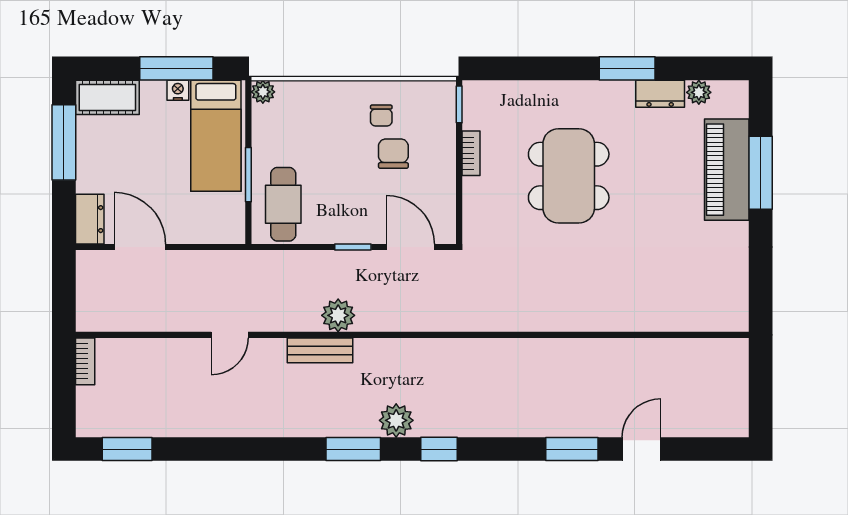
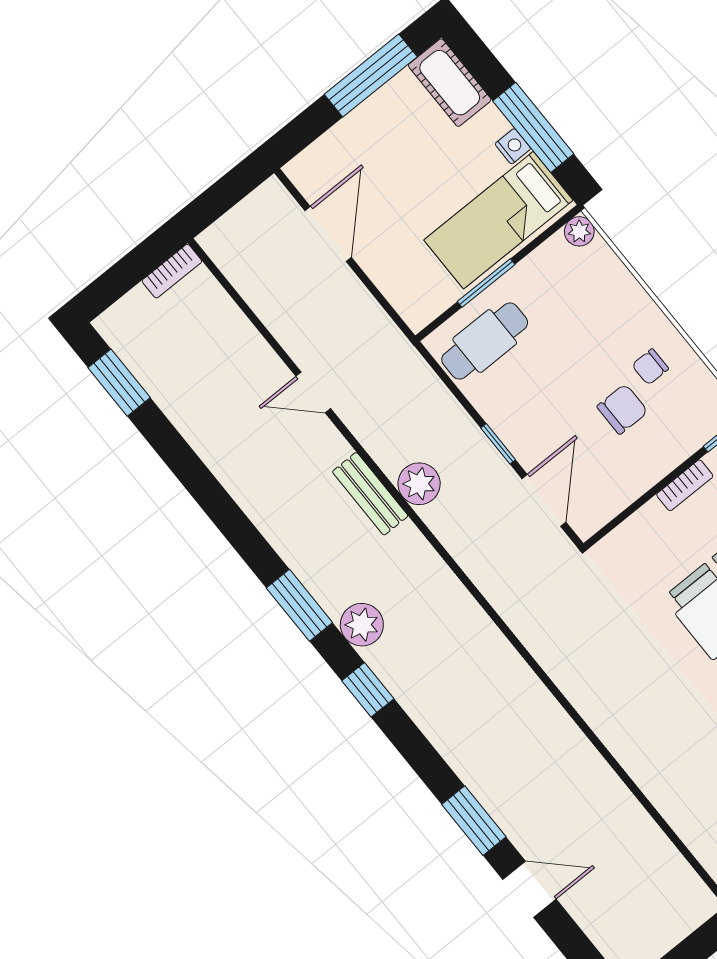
dresser: (90, 219) -> (316, 162), removed

